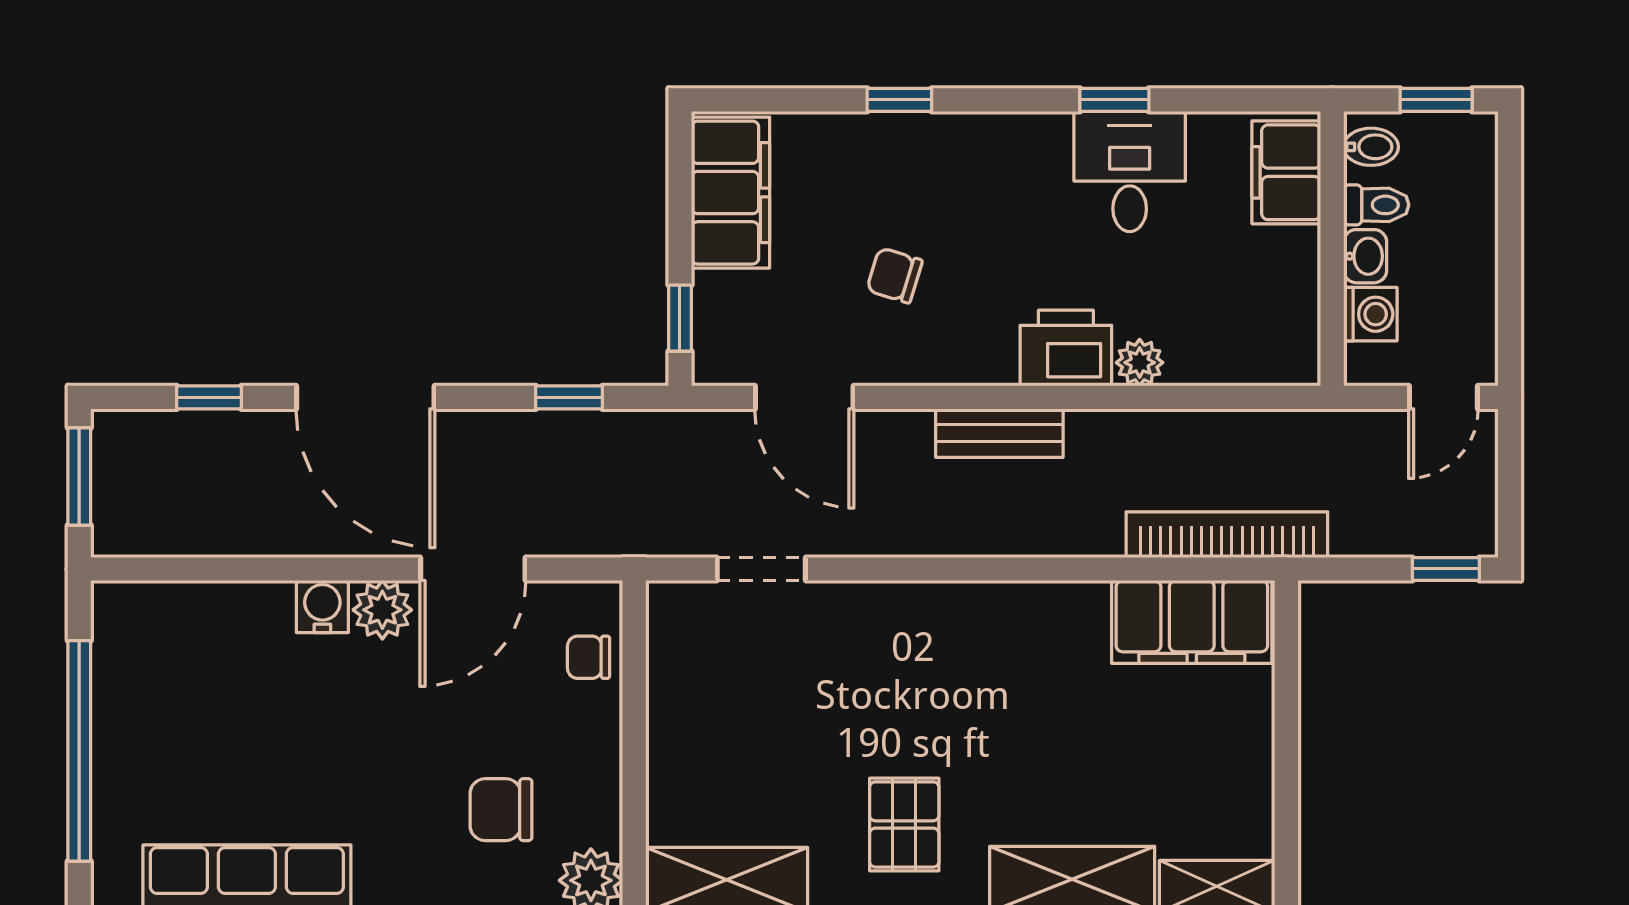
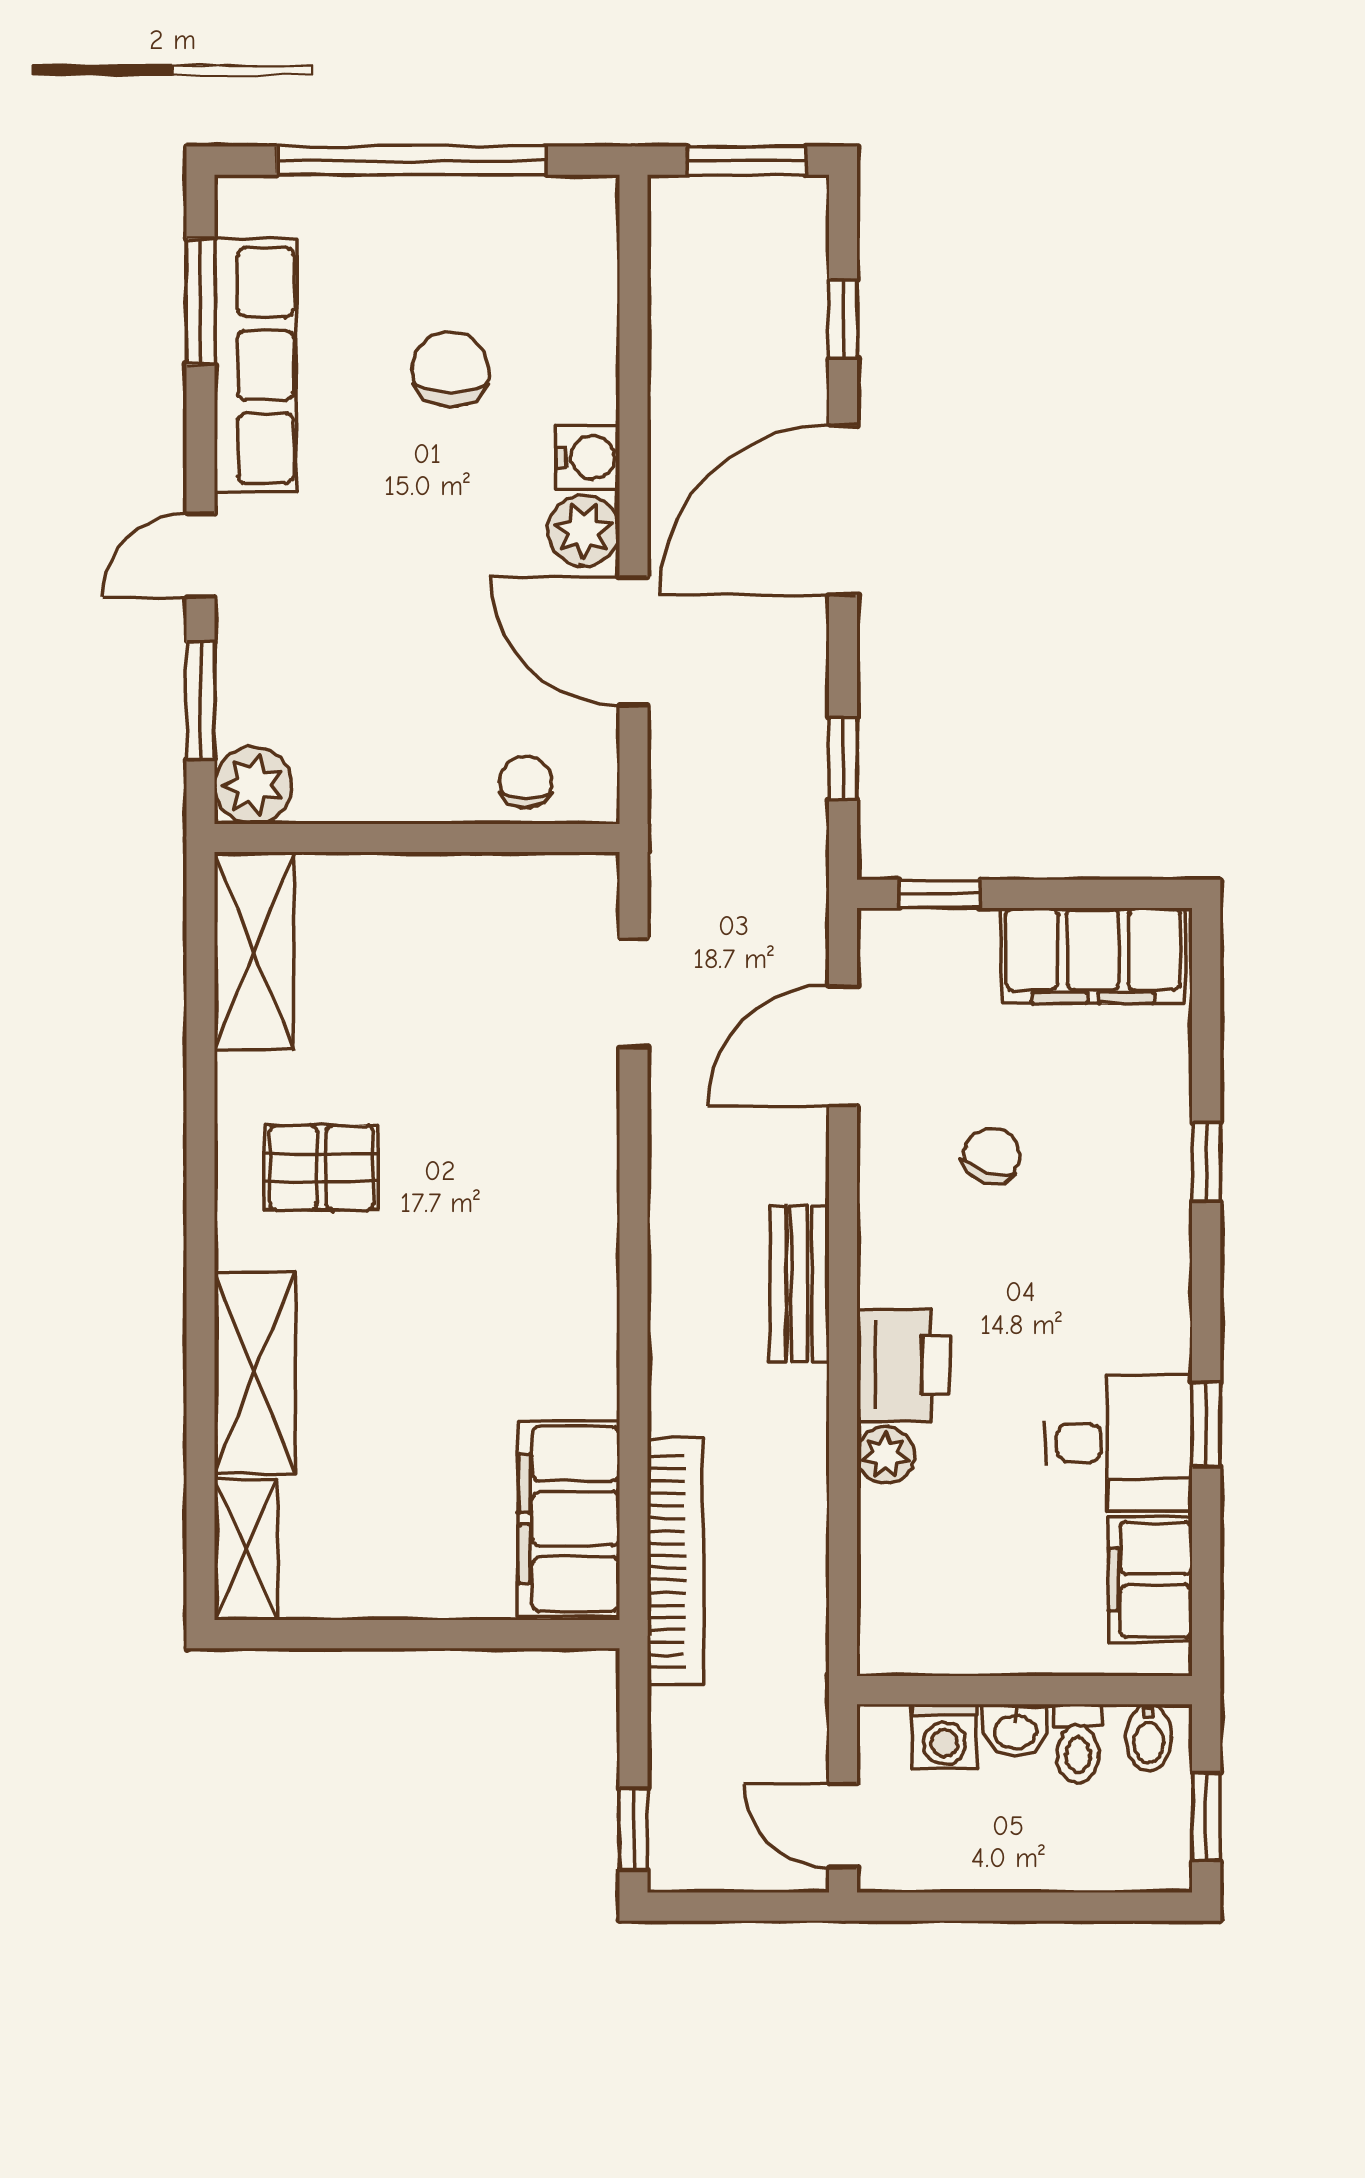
filing cabinet: (1286, 172) -> (1150, 1579), moved, turned -90
chair: (501, 810) -> (450, 369), moved

